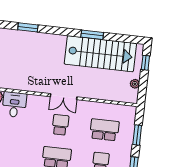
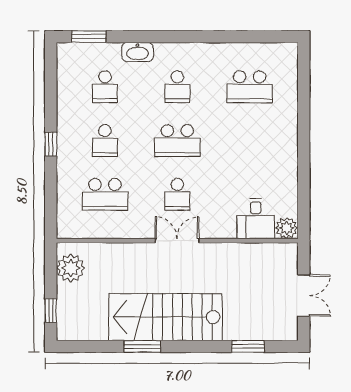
stairs: (100, 54) -> (165, 317), moved
plant: (135, 84) -> (71, 268), width x1.88, depth x1.88
window: (137, 135) -> (51, 192), removed

